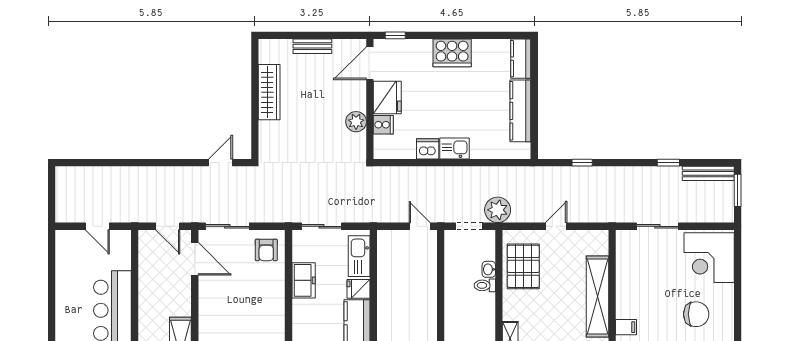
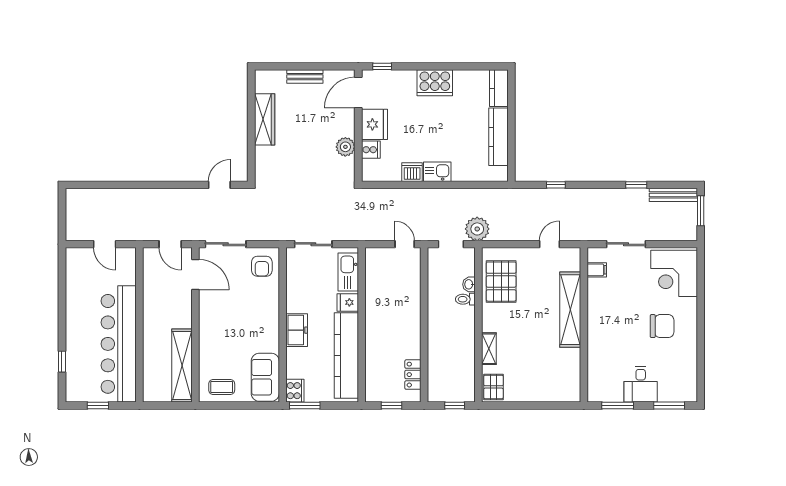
door: (556, 226) -> (549, 244), moved
freezer: (304, 280) -> (297, 330), moved
filing cabinet: (626, 327) -> (597, 270), moved

